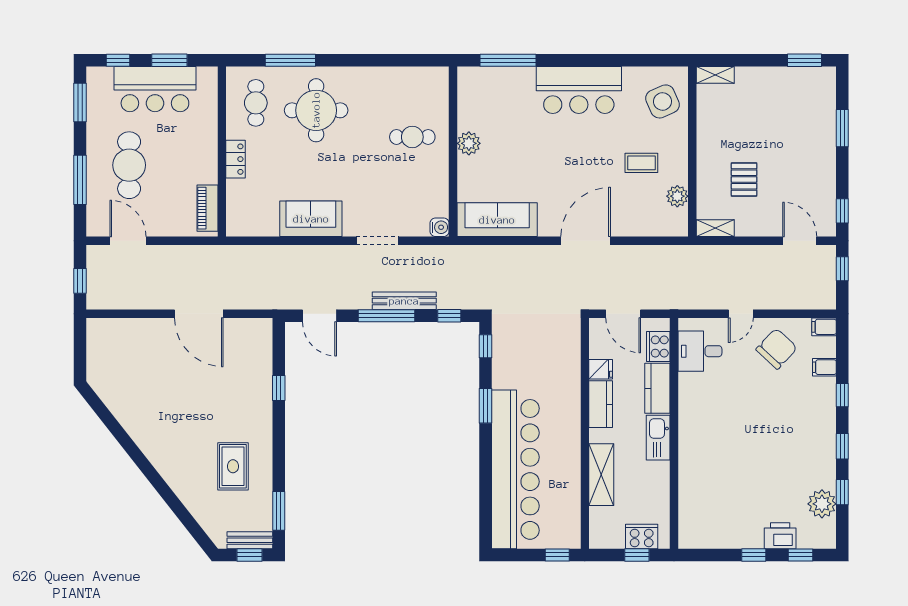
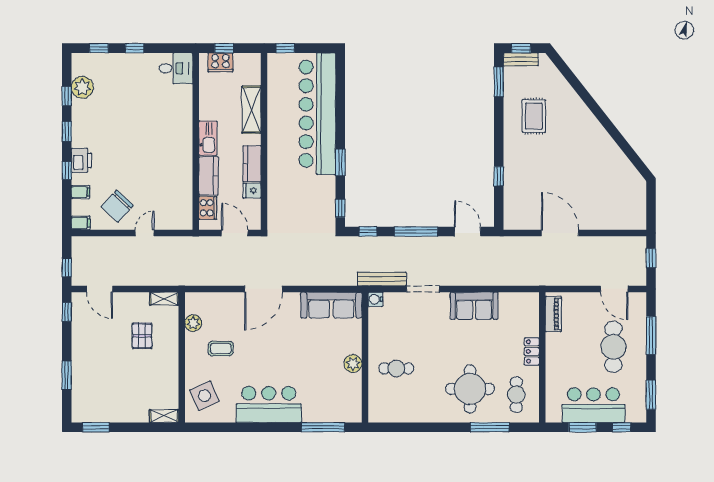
bench: (404, 301) -> (382, 279), moved
desk: (700, 351) -> (176, 68), moved
printer: (780, 536) -> (81, 160), moved, turned -90

